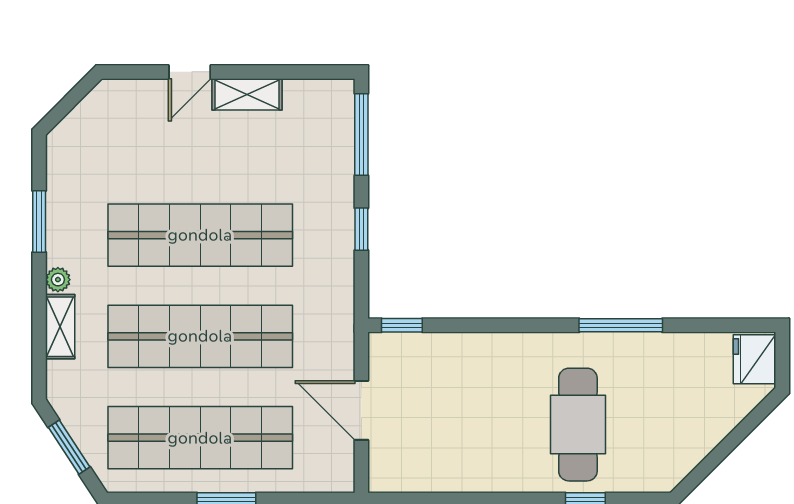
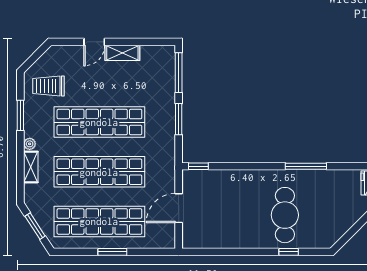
trolley: (97, 162) -> (49, 86), added
window: (361, 229) -> (179, 119), width x1.50
door: (361, 410) -> (179, 208), hinge flipped

